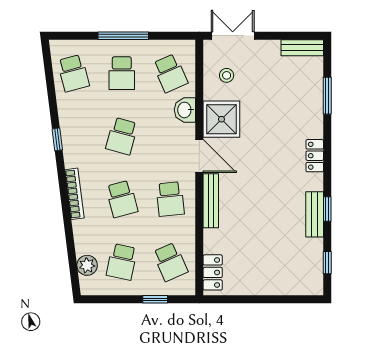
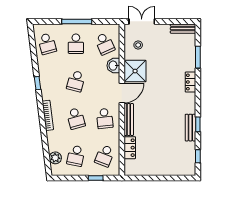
door: (199, 156) -> (122, 93), hinge flipped
locker: (315, 156) -> (190, 82), moved
school desk: (170, 262) -> (105, 156), turned 45
locker: (213, 272) -> (130, 148), moved

